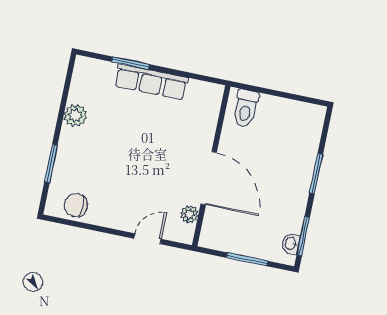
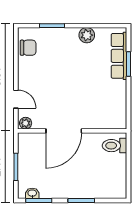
row of seats: (151, 82) -> (119, 56), moved
chair: (76, 205) -> (28, 48), turned 90
plant: (189, 214) -> (26, 123), moved

